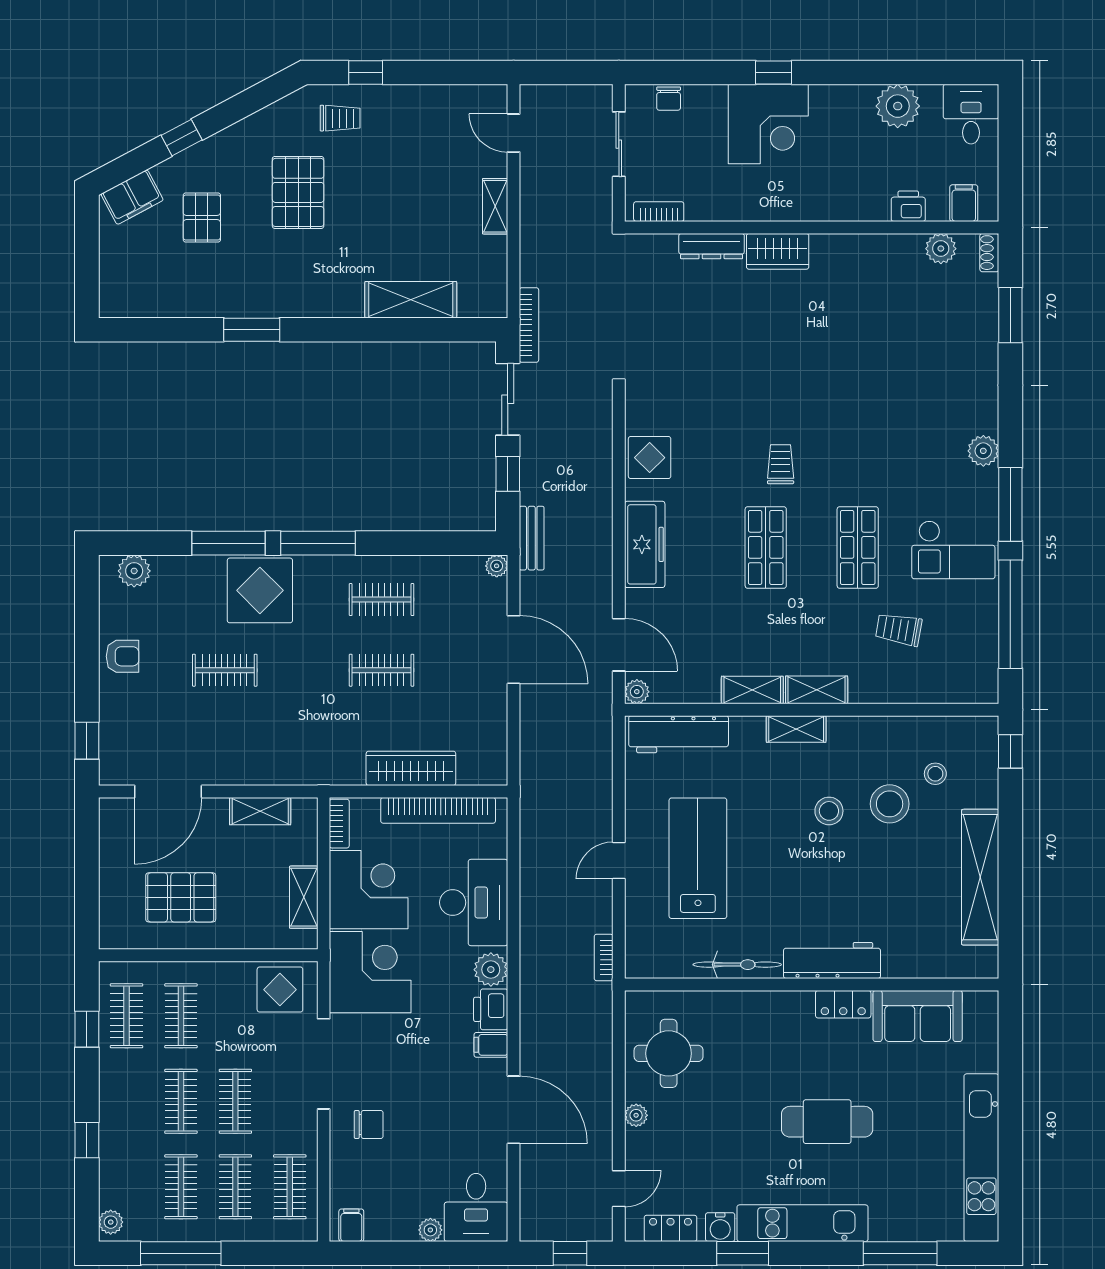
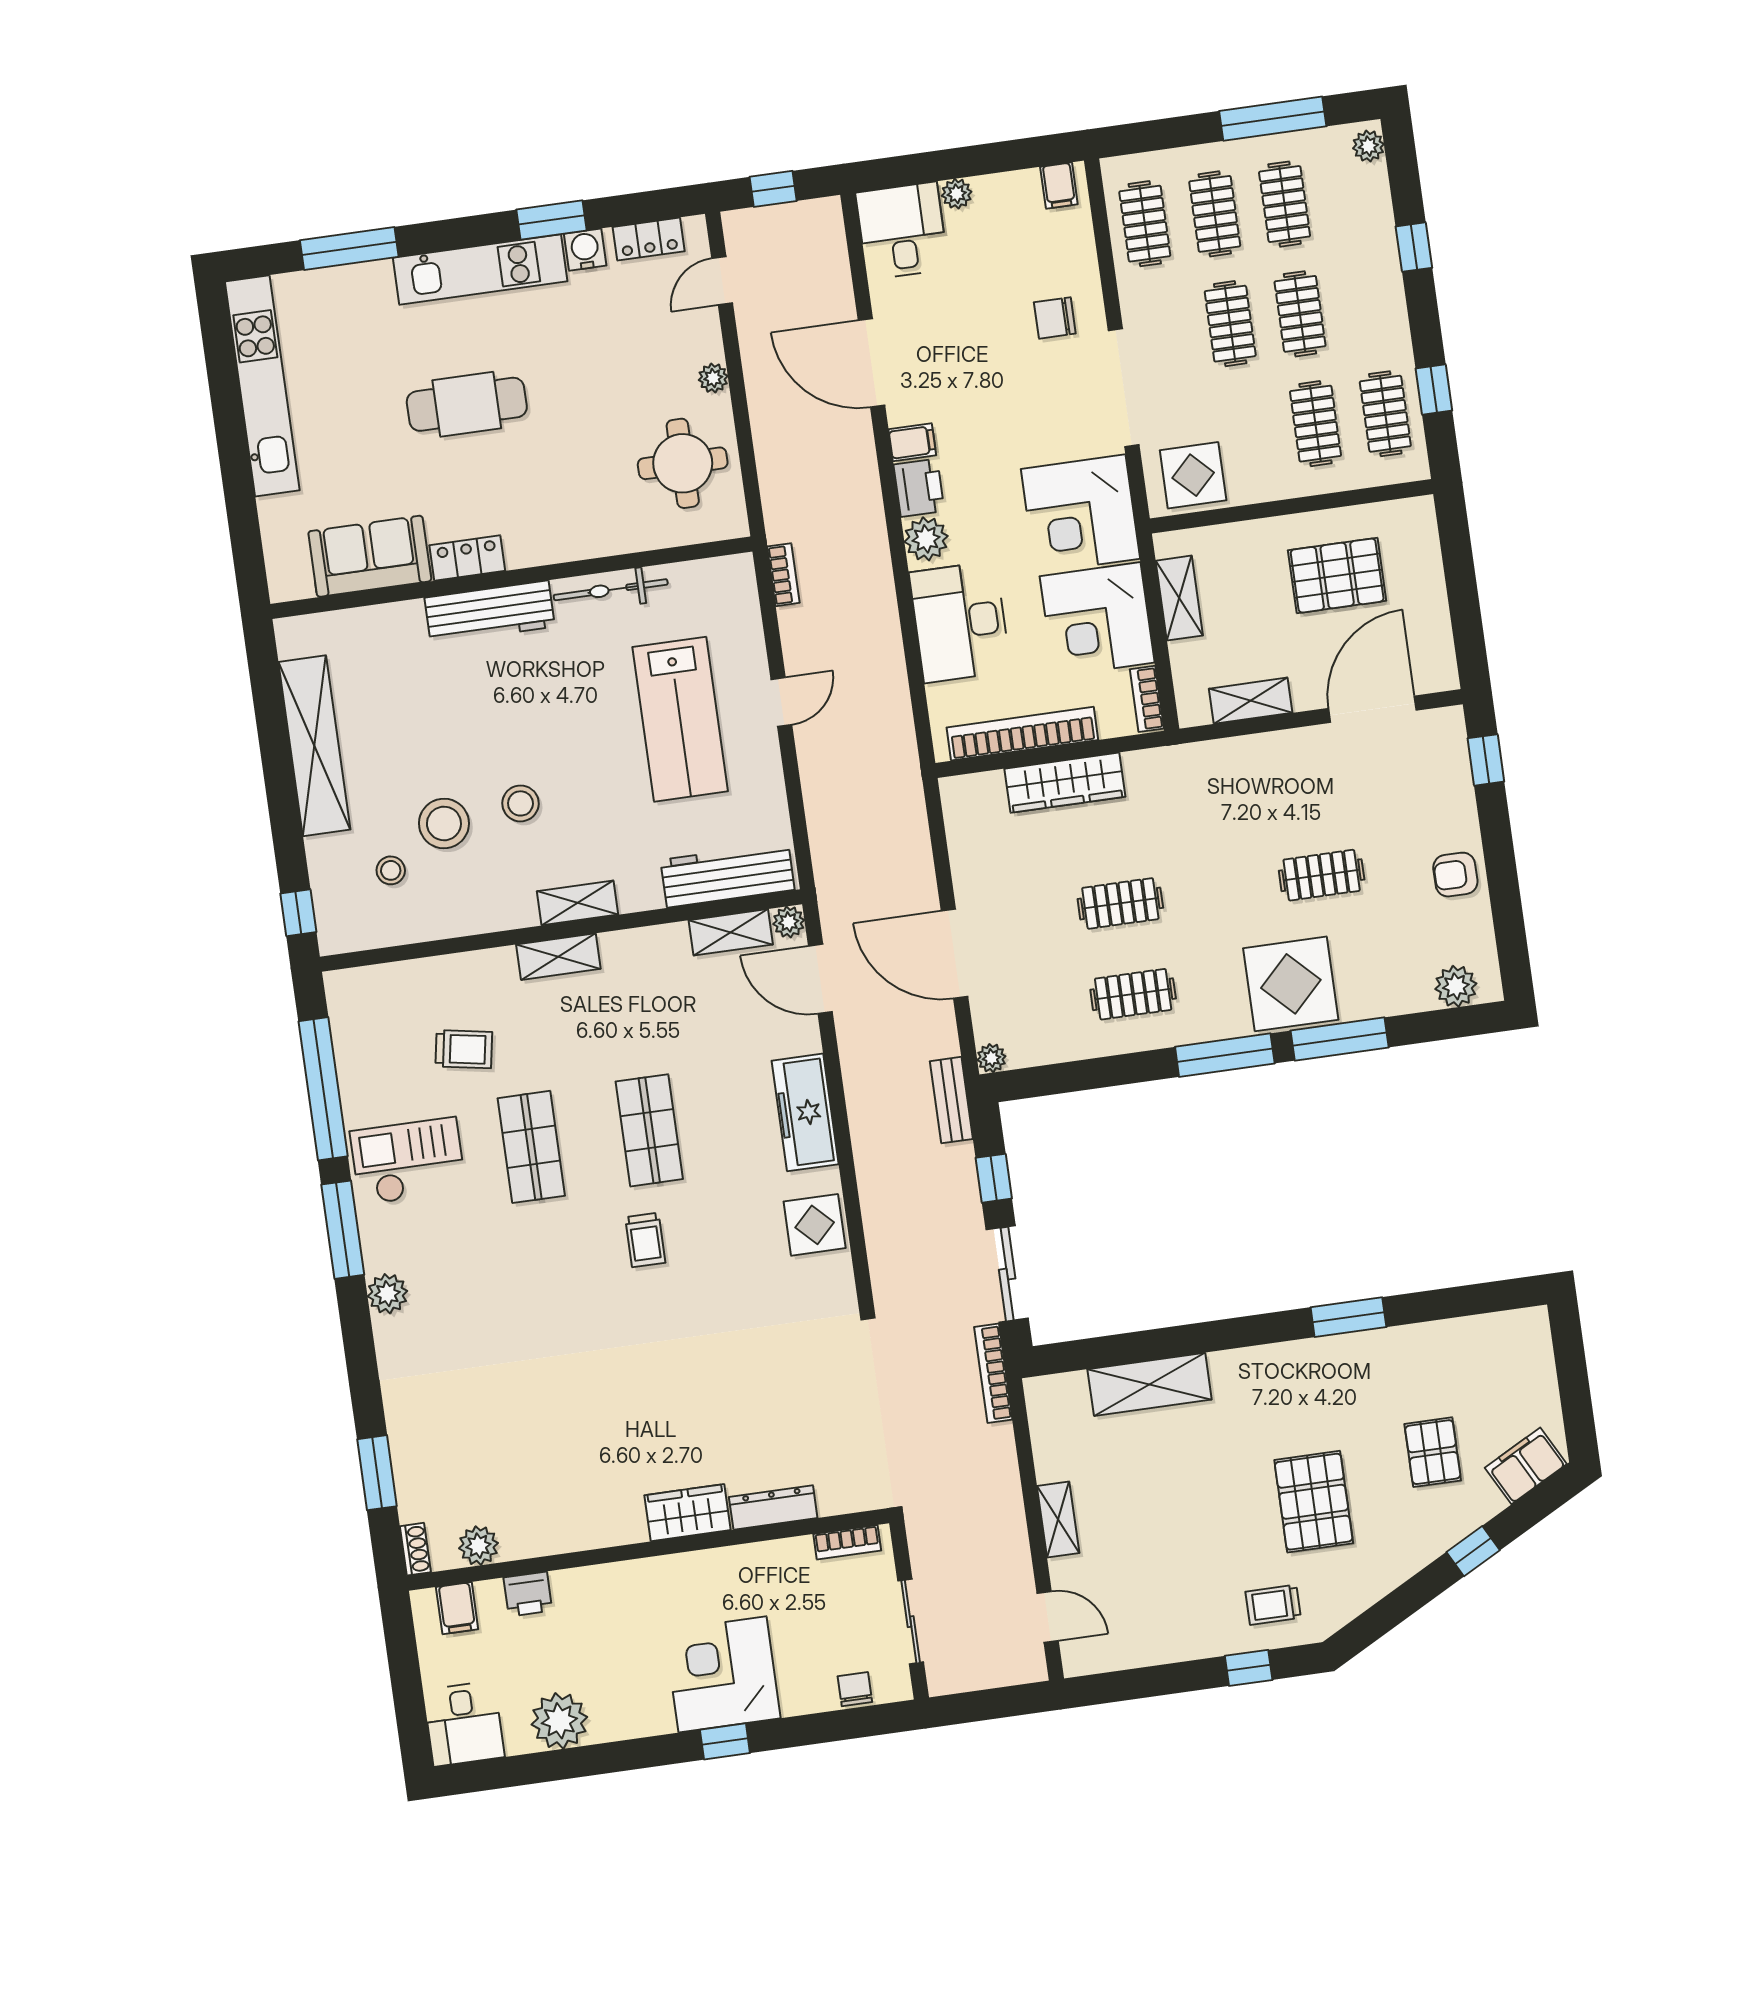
shelving: (752, 690) -> (731, 932), moved

